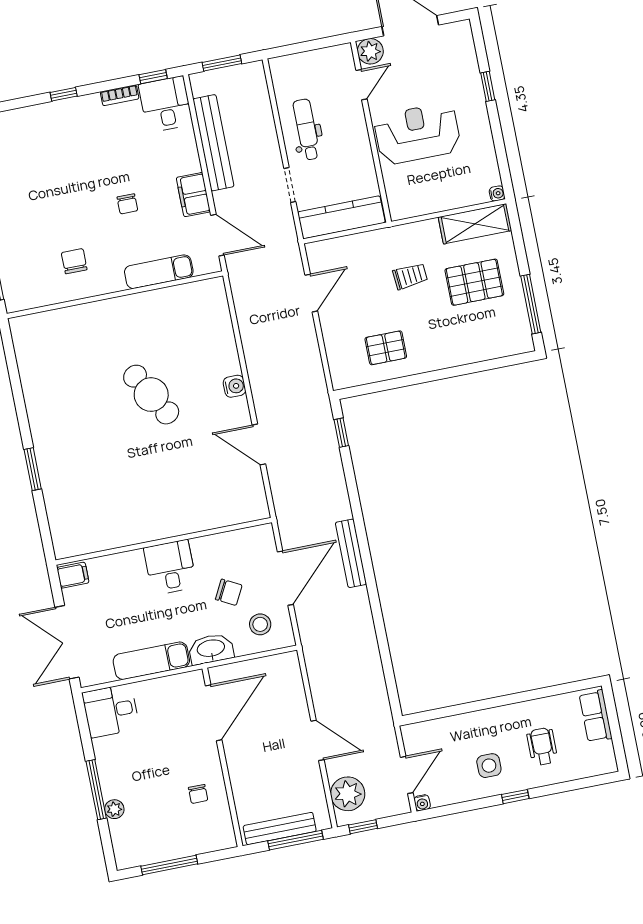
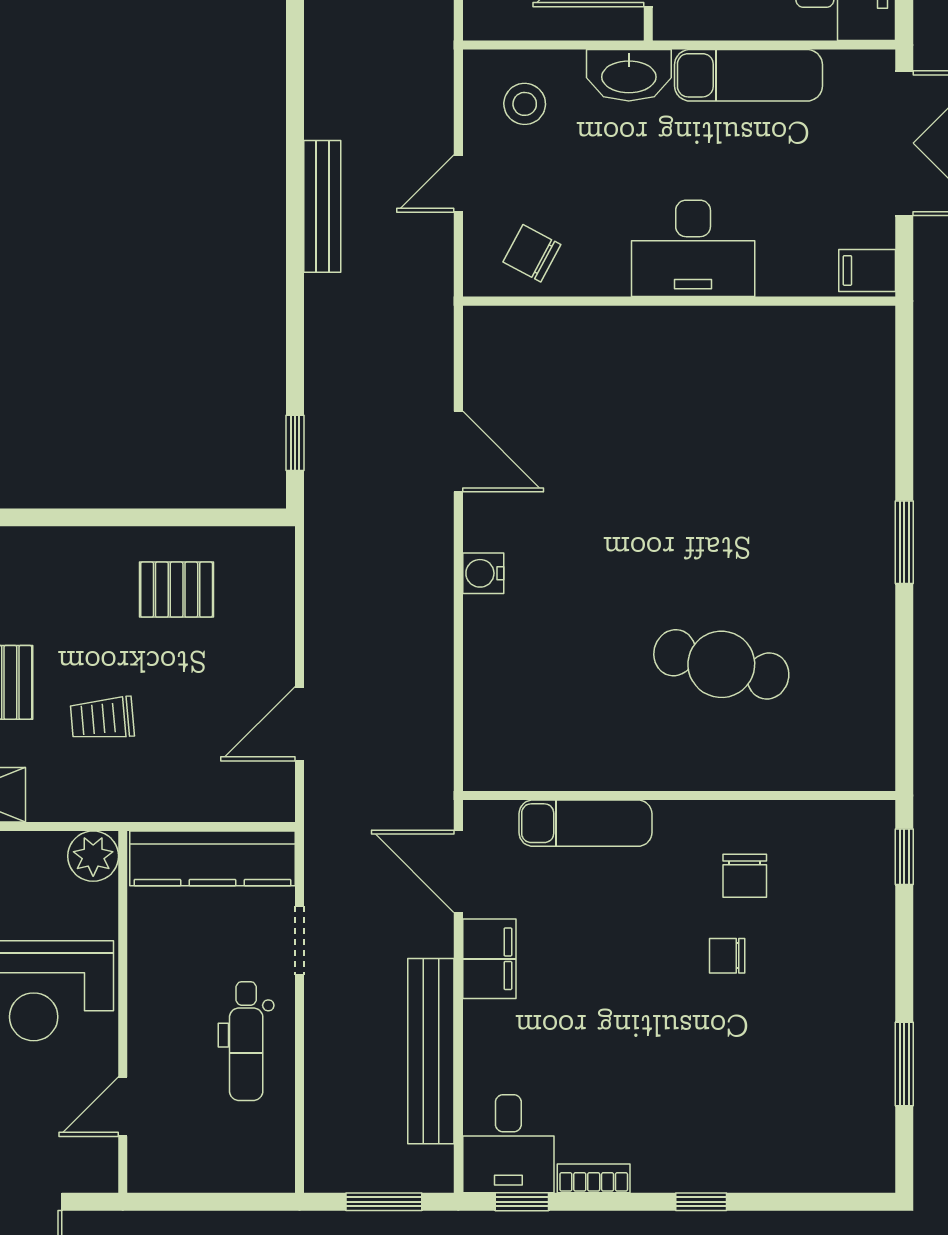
plant: (370, 51) -> (93, 856), moved
chair: (127, 204) -> (727, 956), moved, turned -90
cafe table: (151, 395) -> (721, 664), moved, turned -46
window: (33, 469) -> (904, 542), moved
desk: (170, 567) -> (693, 248), width x1.37
door: (285, 578) -> (458, 184), width x0.53
chair: (229, 592) -> (532, 253), moved

